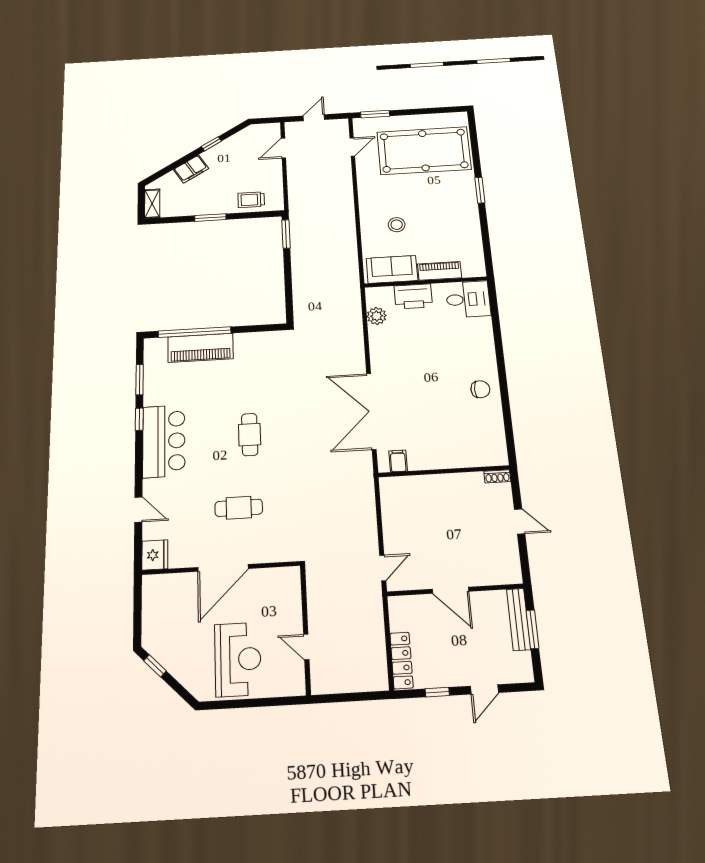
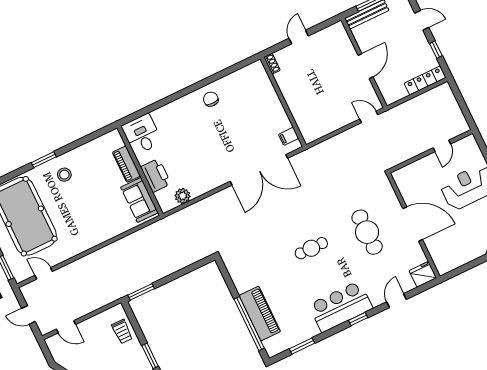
stool: (397, 225) -> (64, 175), moved
window: (139, 419) -> (358, 319), moved
cafe table: (239, 508) -> (367, 232), width x1.37, depth x1.35

